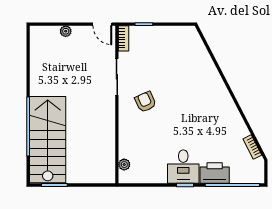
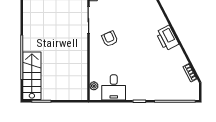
stairs: (48, 140) -> (32, 76), width x0.73, depth x0.66
desk: (183, 167) -> (114, 87), moved
printer: (215, 173) -> (167, 38), moved, turned -117

